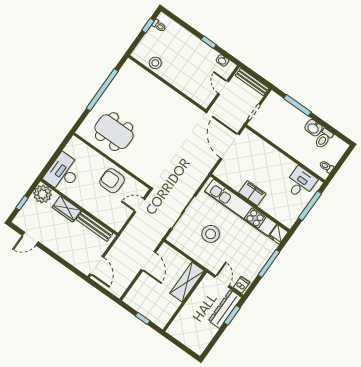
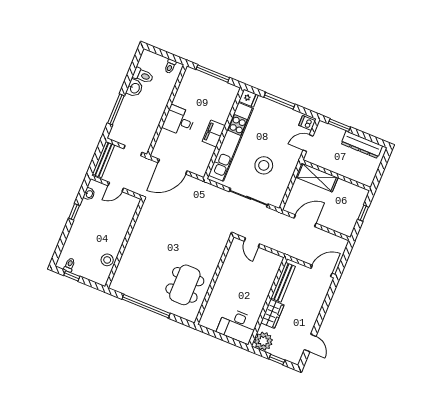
armchair: (112, 181) -> (234, 275), removed
desk: (301, 183) -> (179, 121), moved
dresser: (225, 309) -> (362, 145), moved

